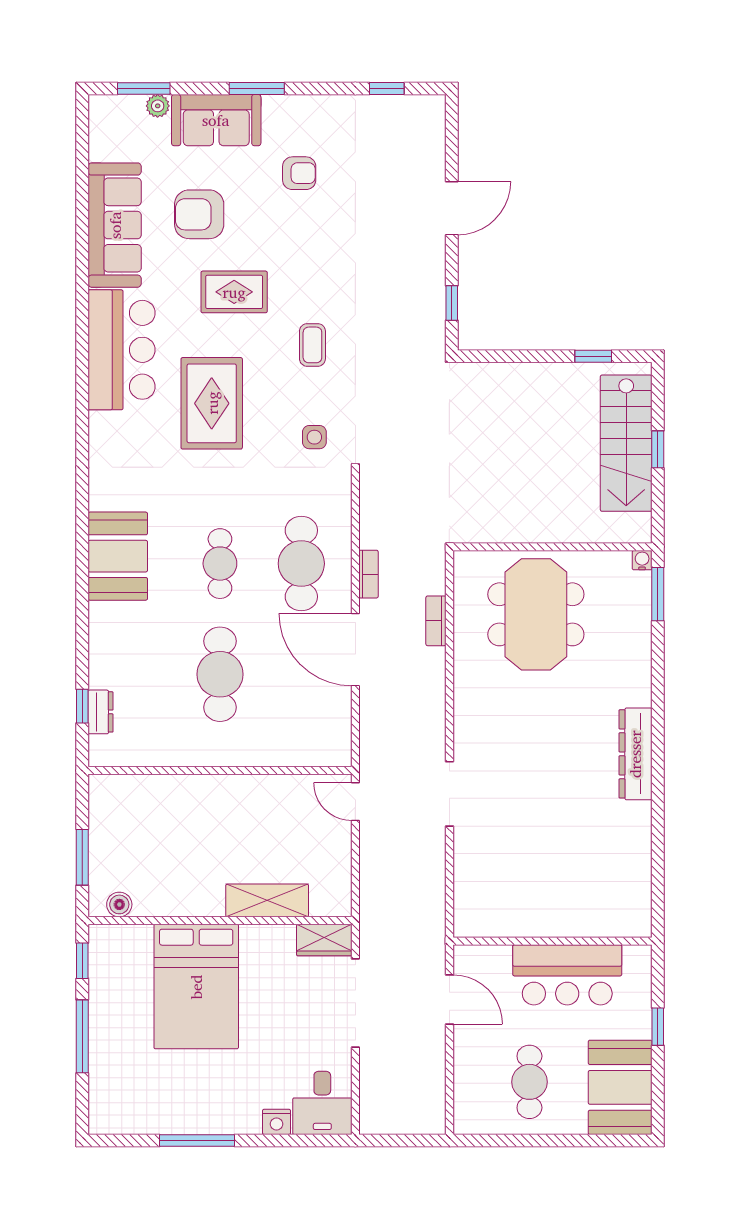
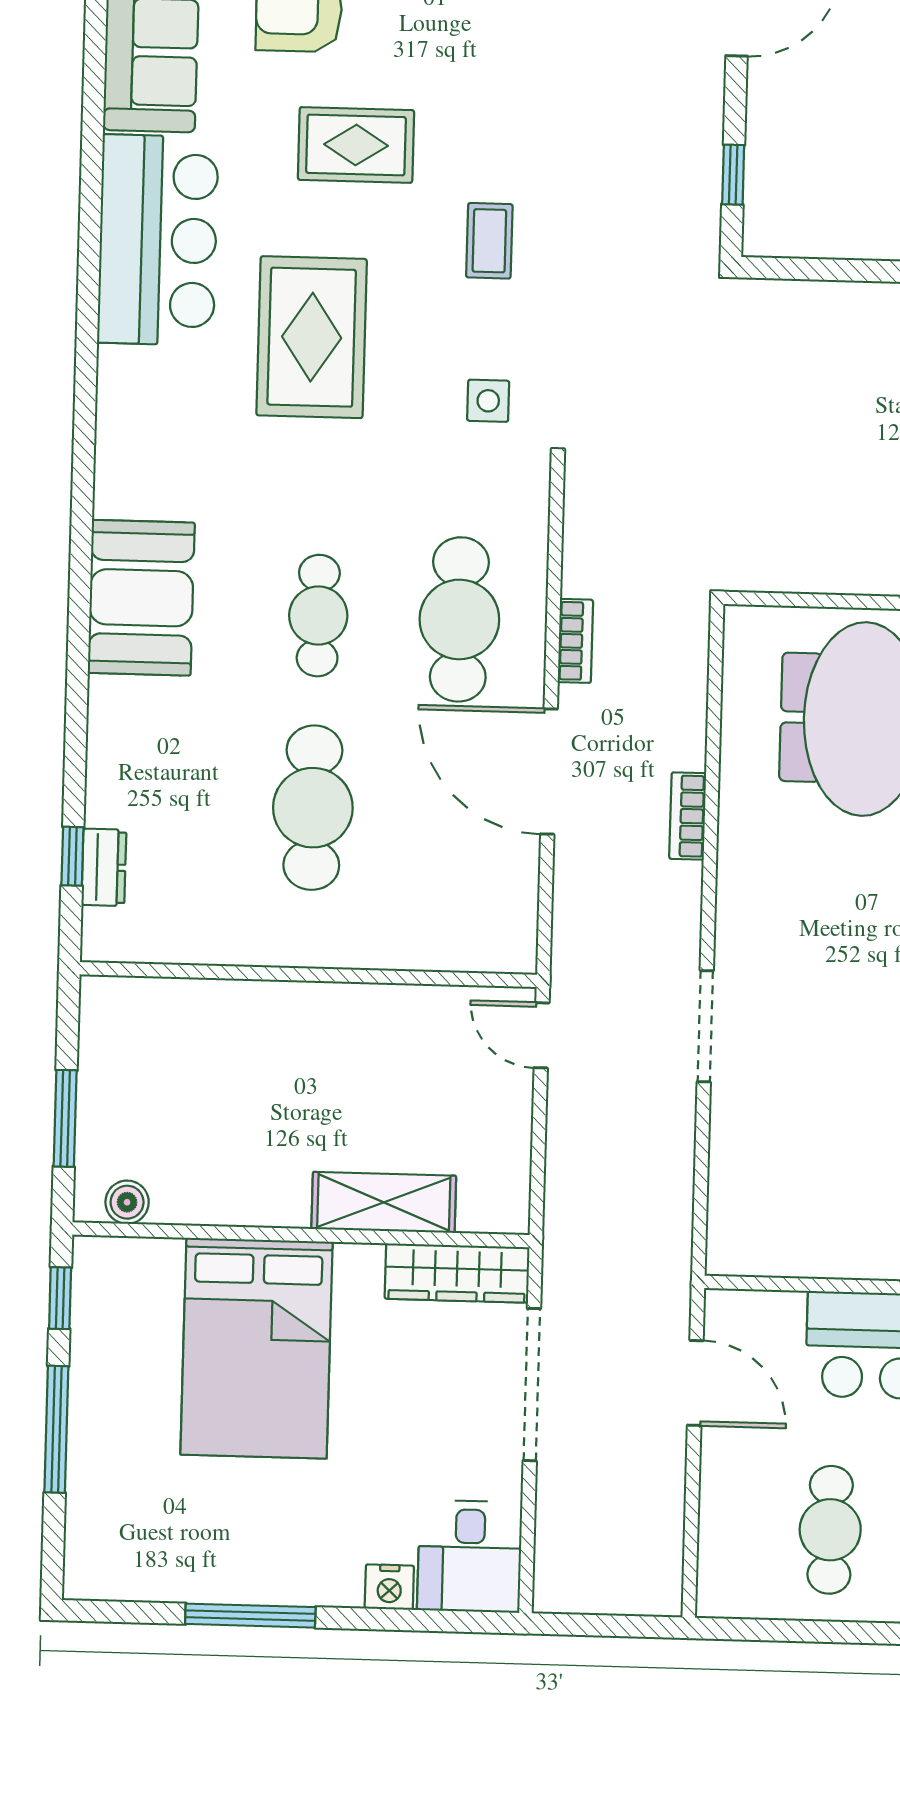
bookcase: (436, 621) -> (688, 816), moved
wardrobe: (324, 940) -> (457, 1273), width x1.50

